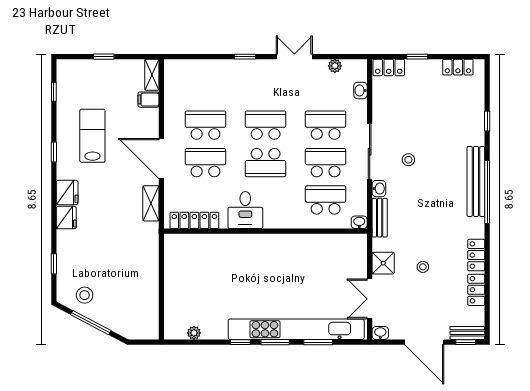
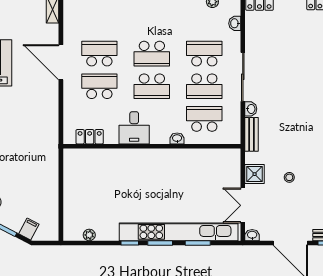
filing cabinet: (149, 100) -> (29, 229), moved, turned 118
school desk: (266, 125) -> (152, 54), turned 180
door: (161, 158) -> (61, 62), moved
stool: (408, 160) -> (277, 84), removed
school desk: (326, 163) -> (204, 86), turned 180
shelving: (151, 203) -> (52, 122), removed
locker: (194, 220) -> (90, 137), width x0.66
washbasin: (359, 222) -> (177, 138), moved

